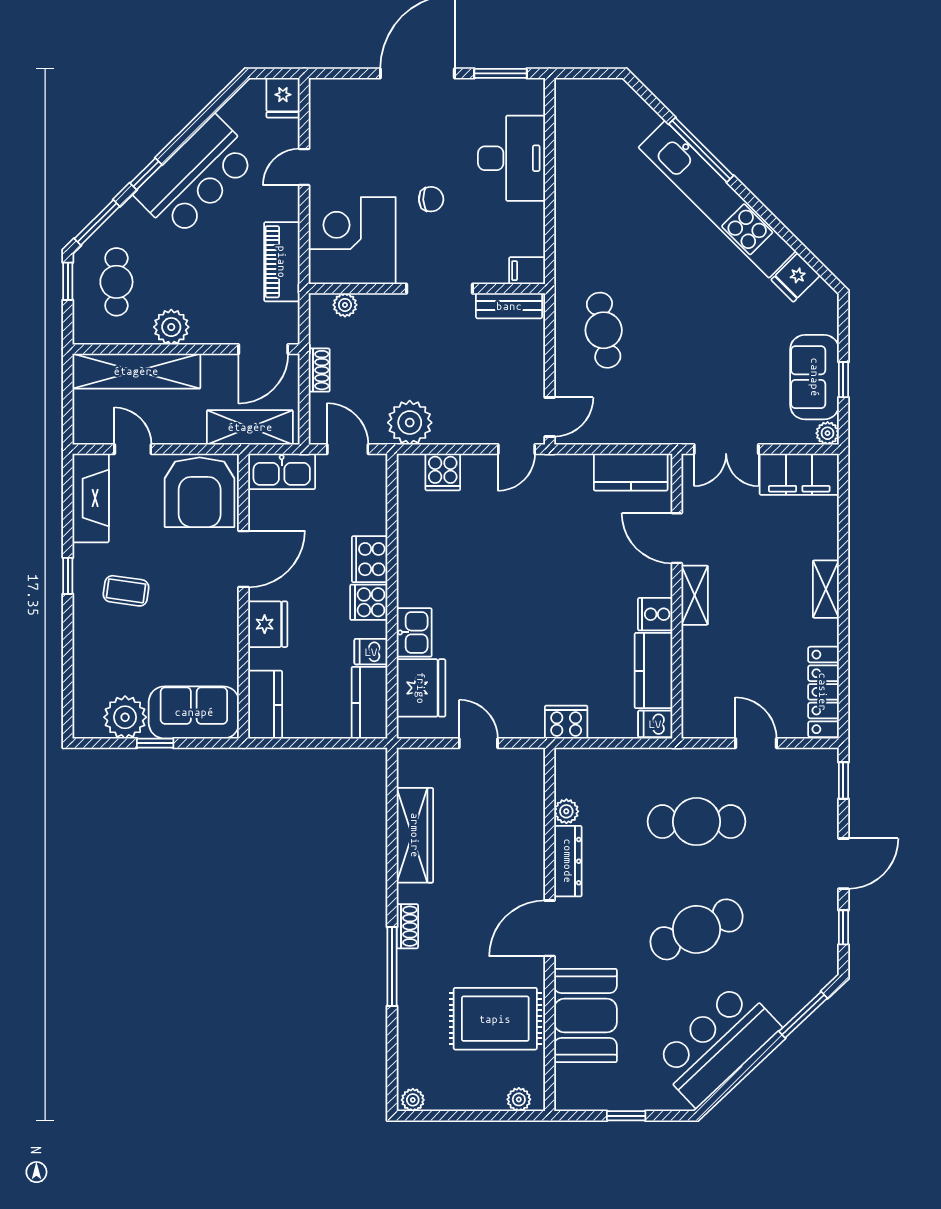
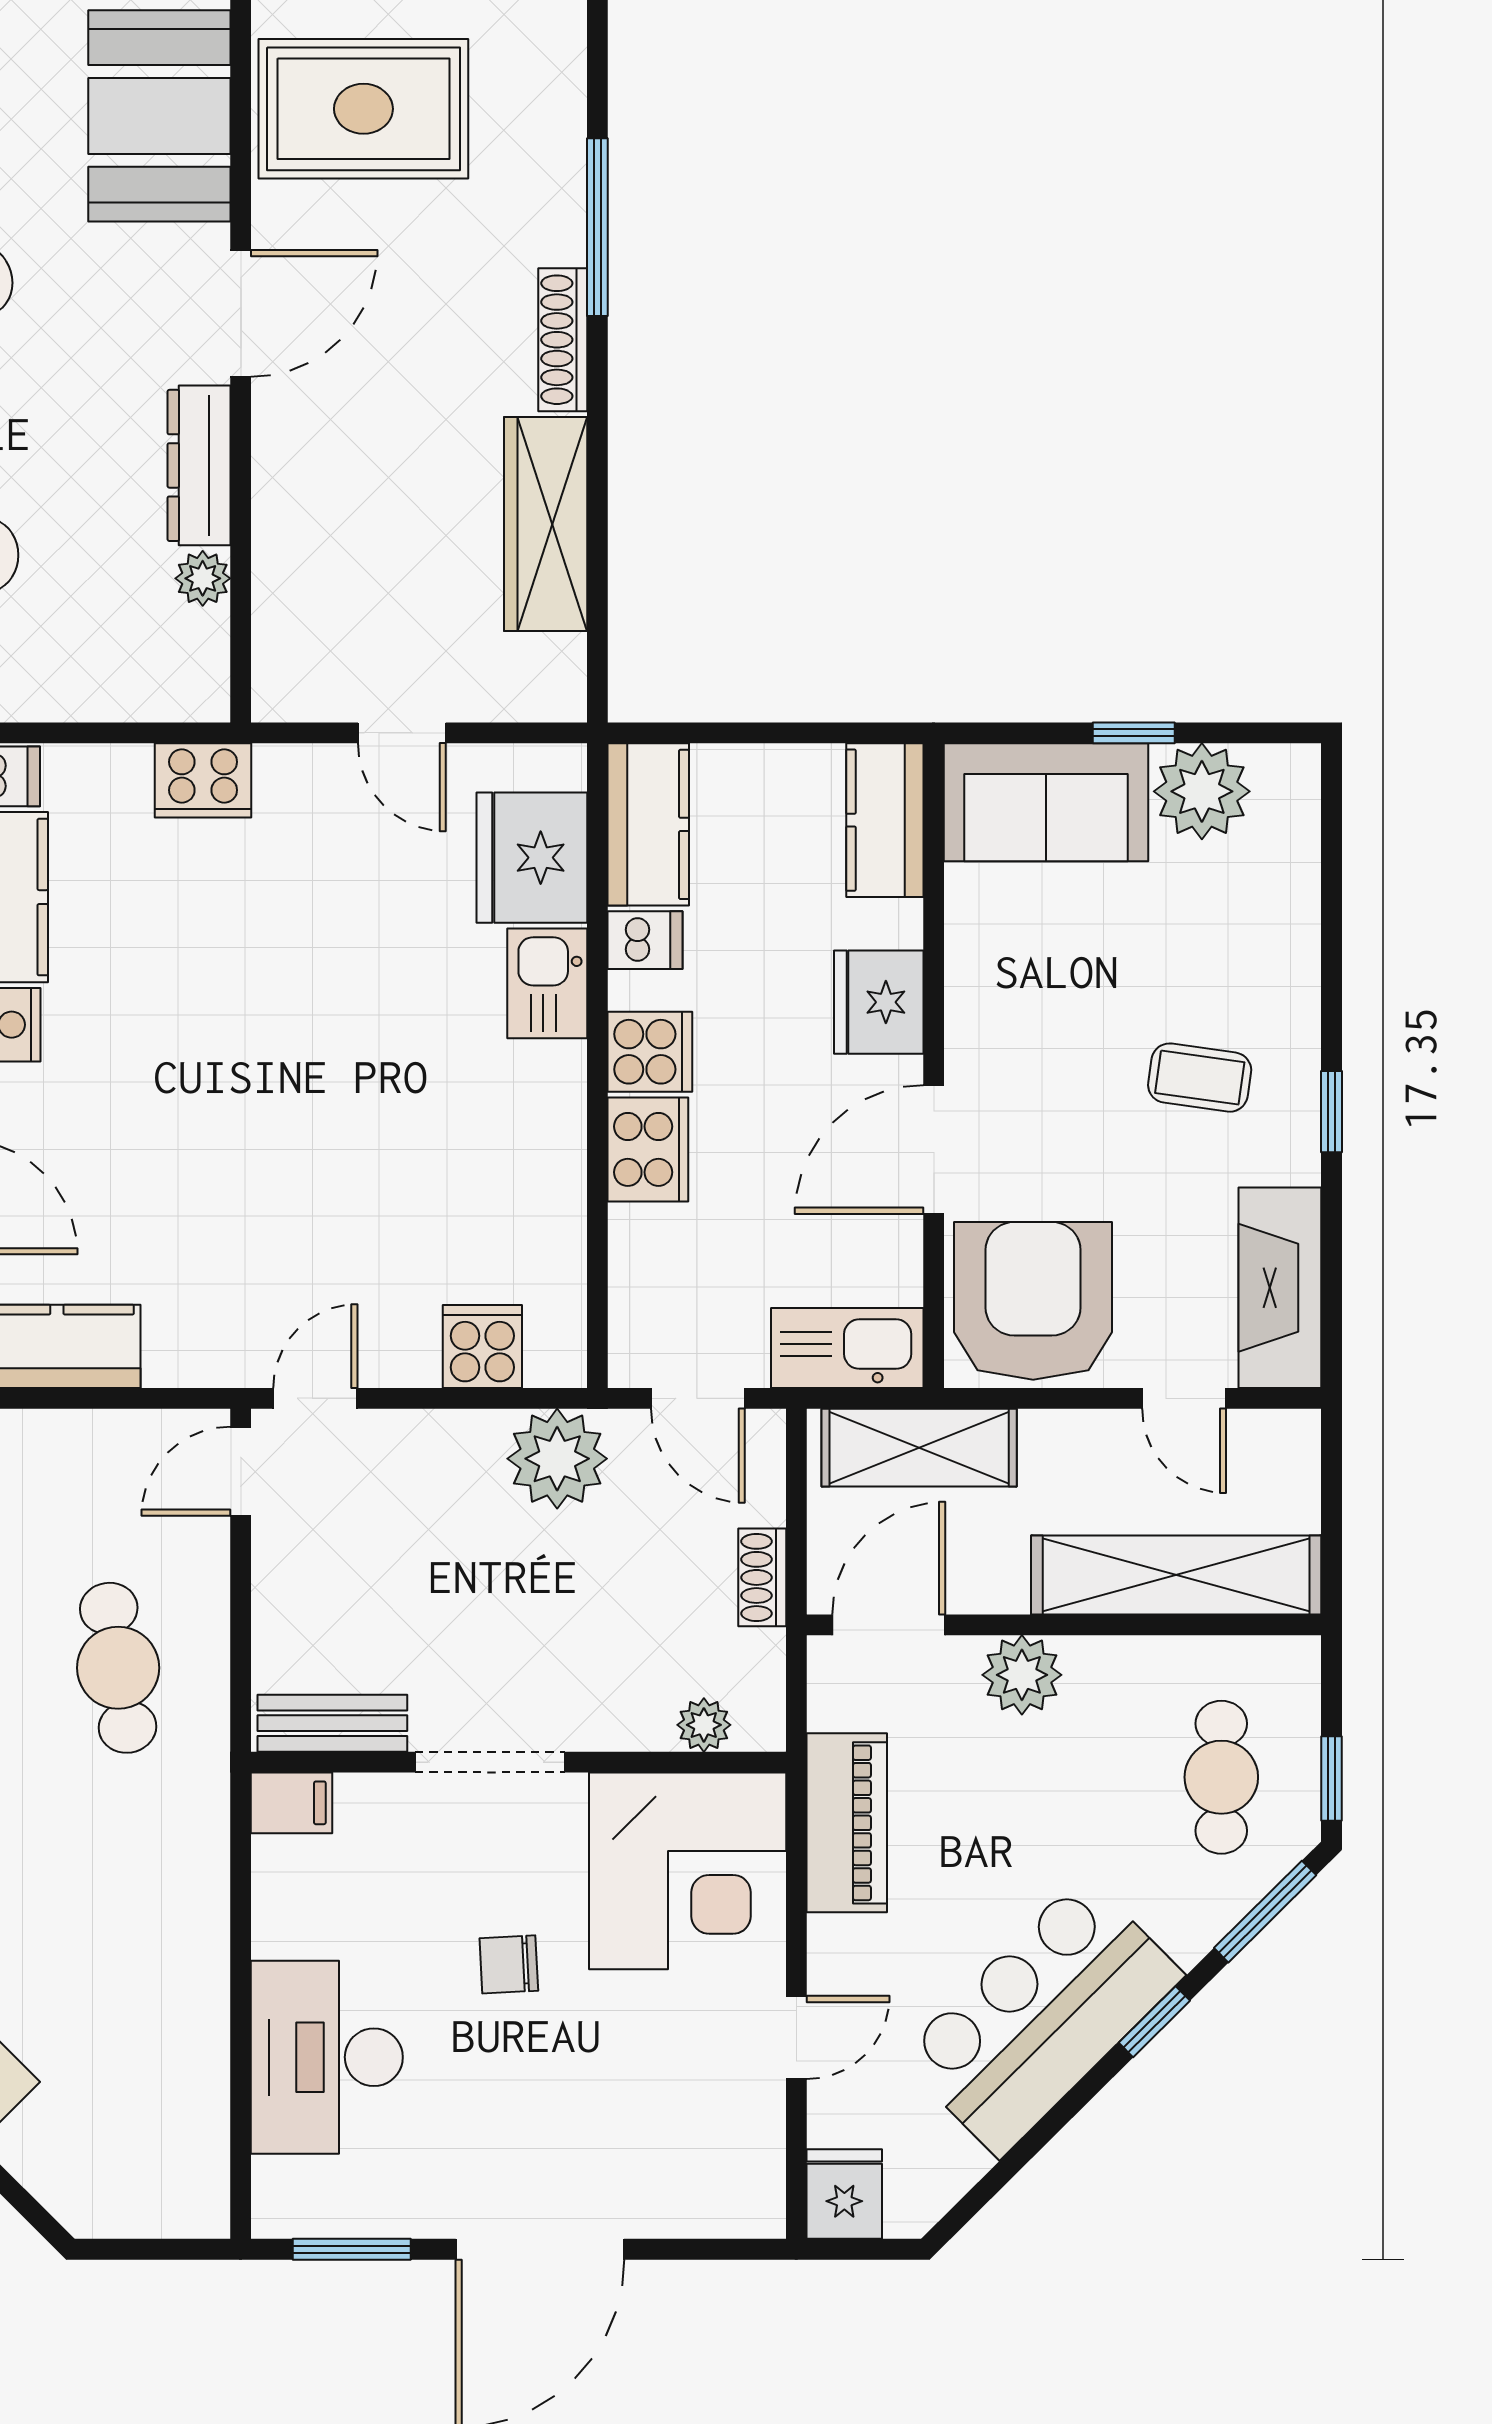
plant: (171, 327) -> (1022, 1675), moved
shoe rack: (407, 926) -> (563, 340), width x1.43

